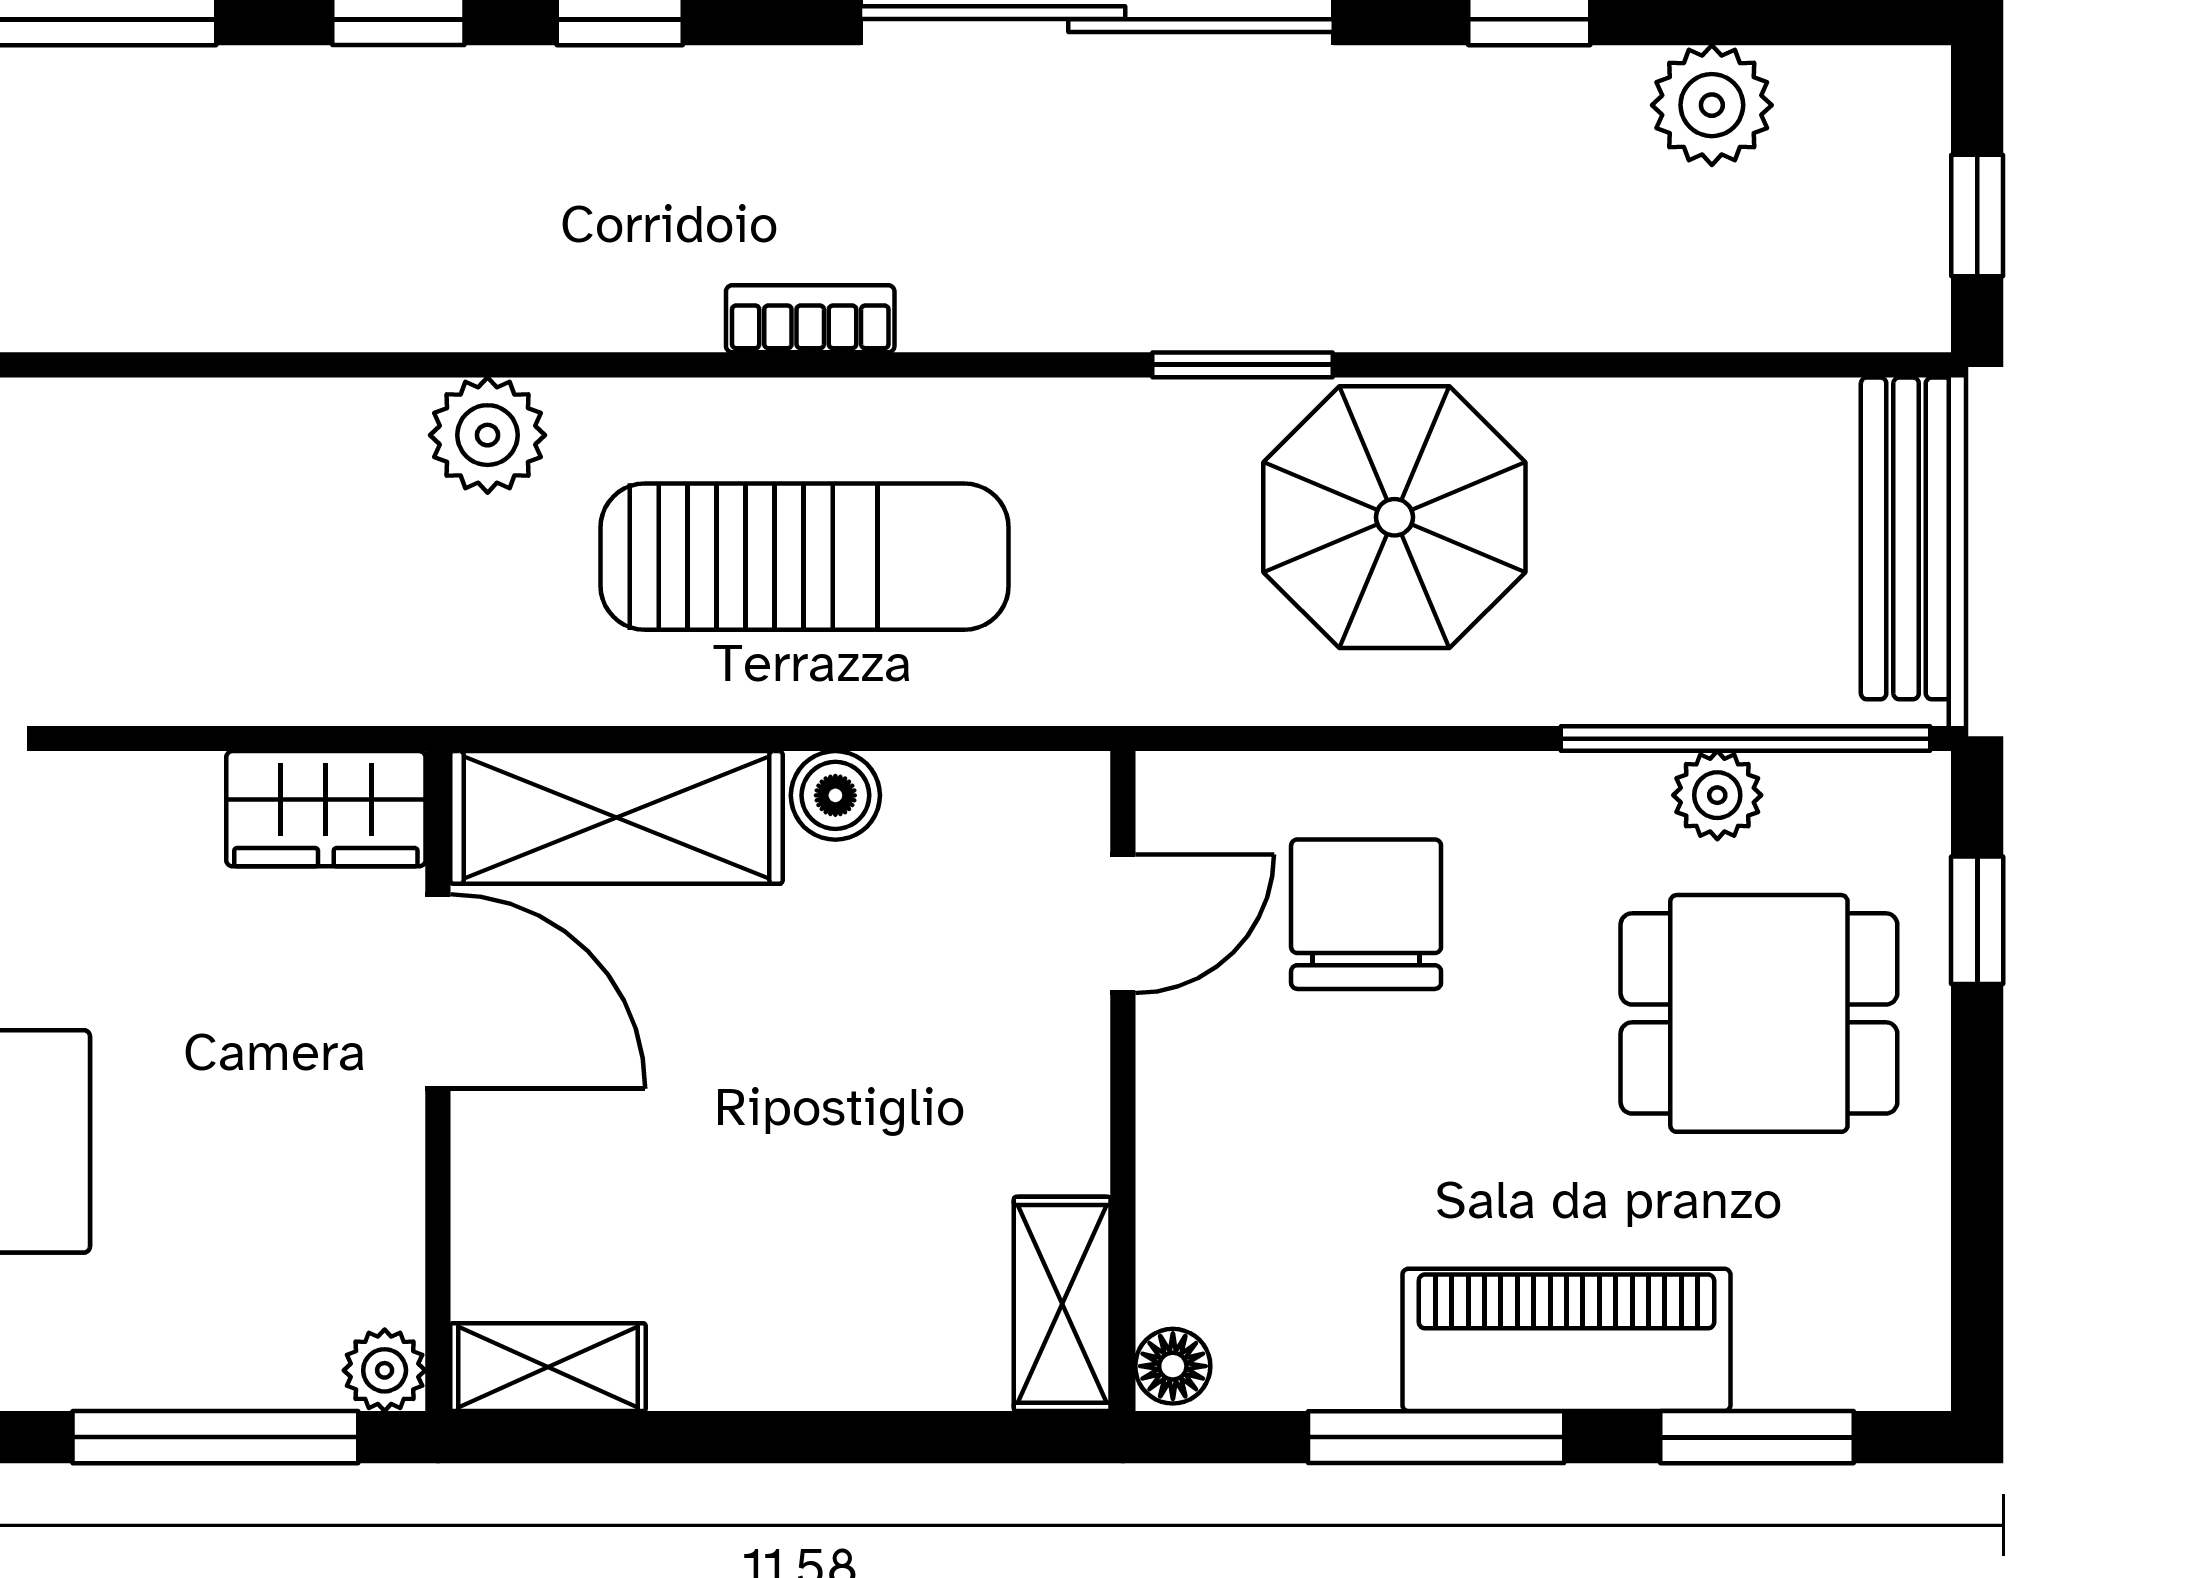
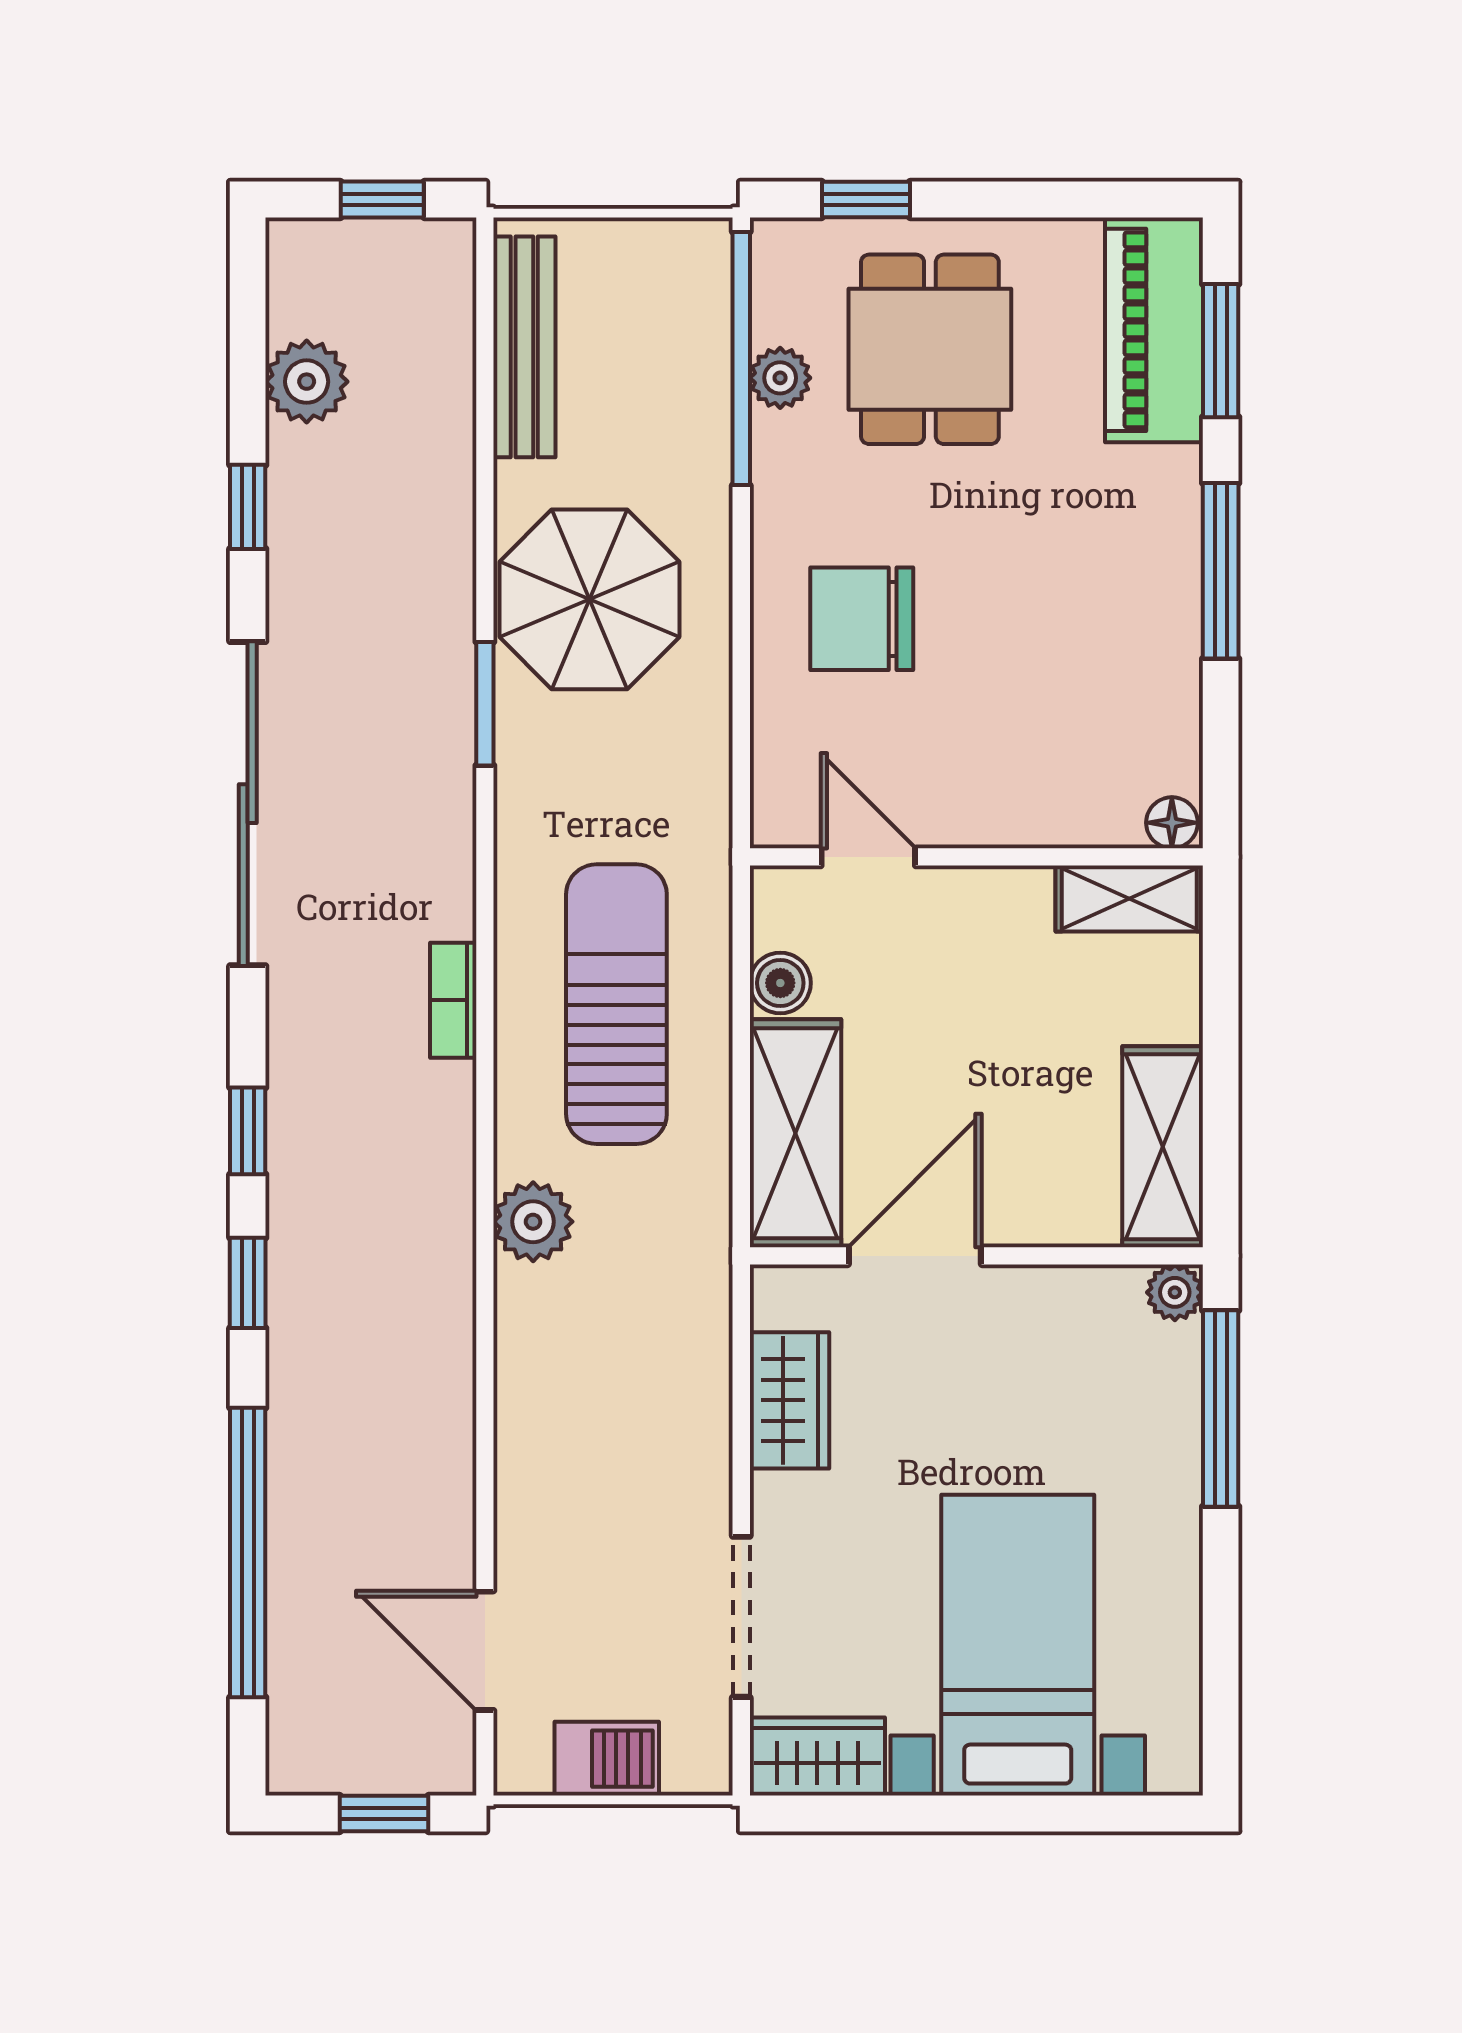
bench: (1906, 538) -> (524, 347), moved, turned 90
wardrobe: (326, 809) -> (789, 1400), moved
door: (1123, 924) -> (868, 857), moved
wall: (1123, 1081) -> (976, 857), moved
shelving: (1062, 1304) -> (1129, 899), moved
piano: (1566, 1340) -> (1154, 330), moved
floor lamp: (1173, 1366) -> (1172, 823), moved
shelving: (548, 1367) -> (1163, 1147), width x1.50, depth x1.33

